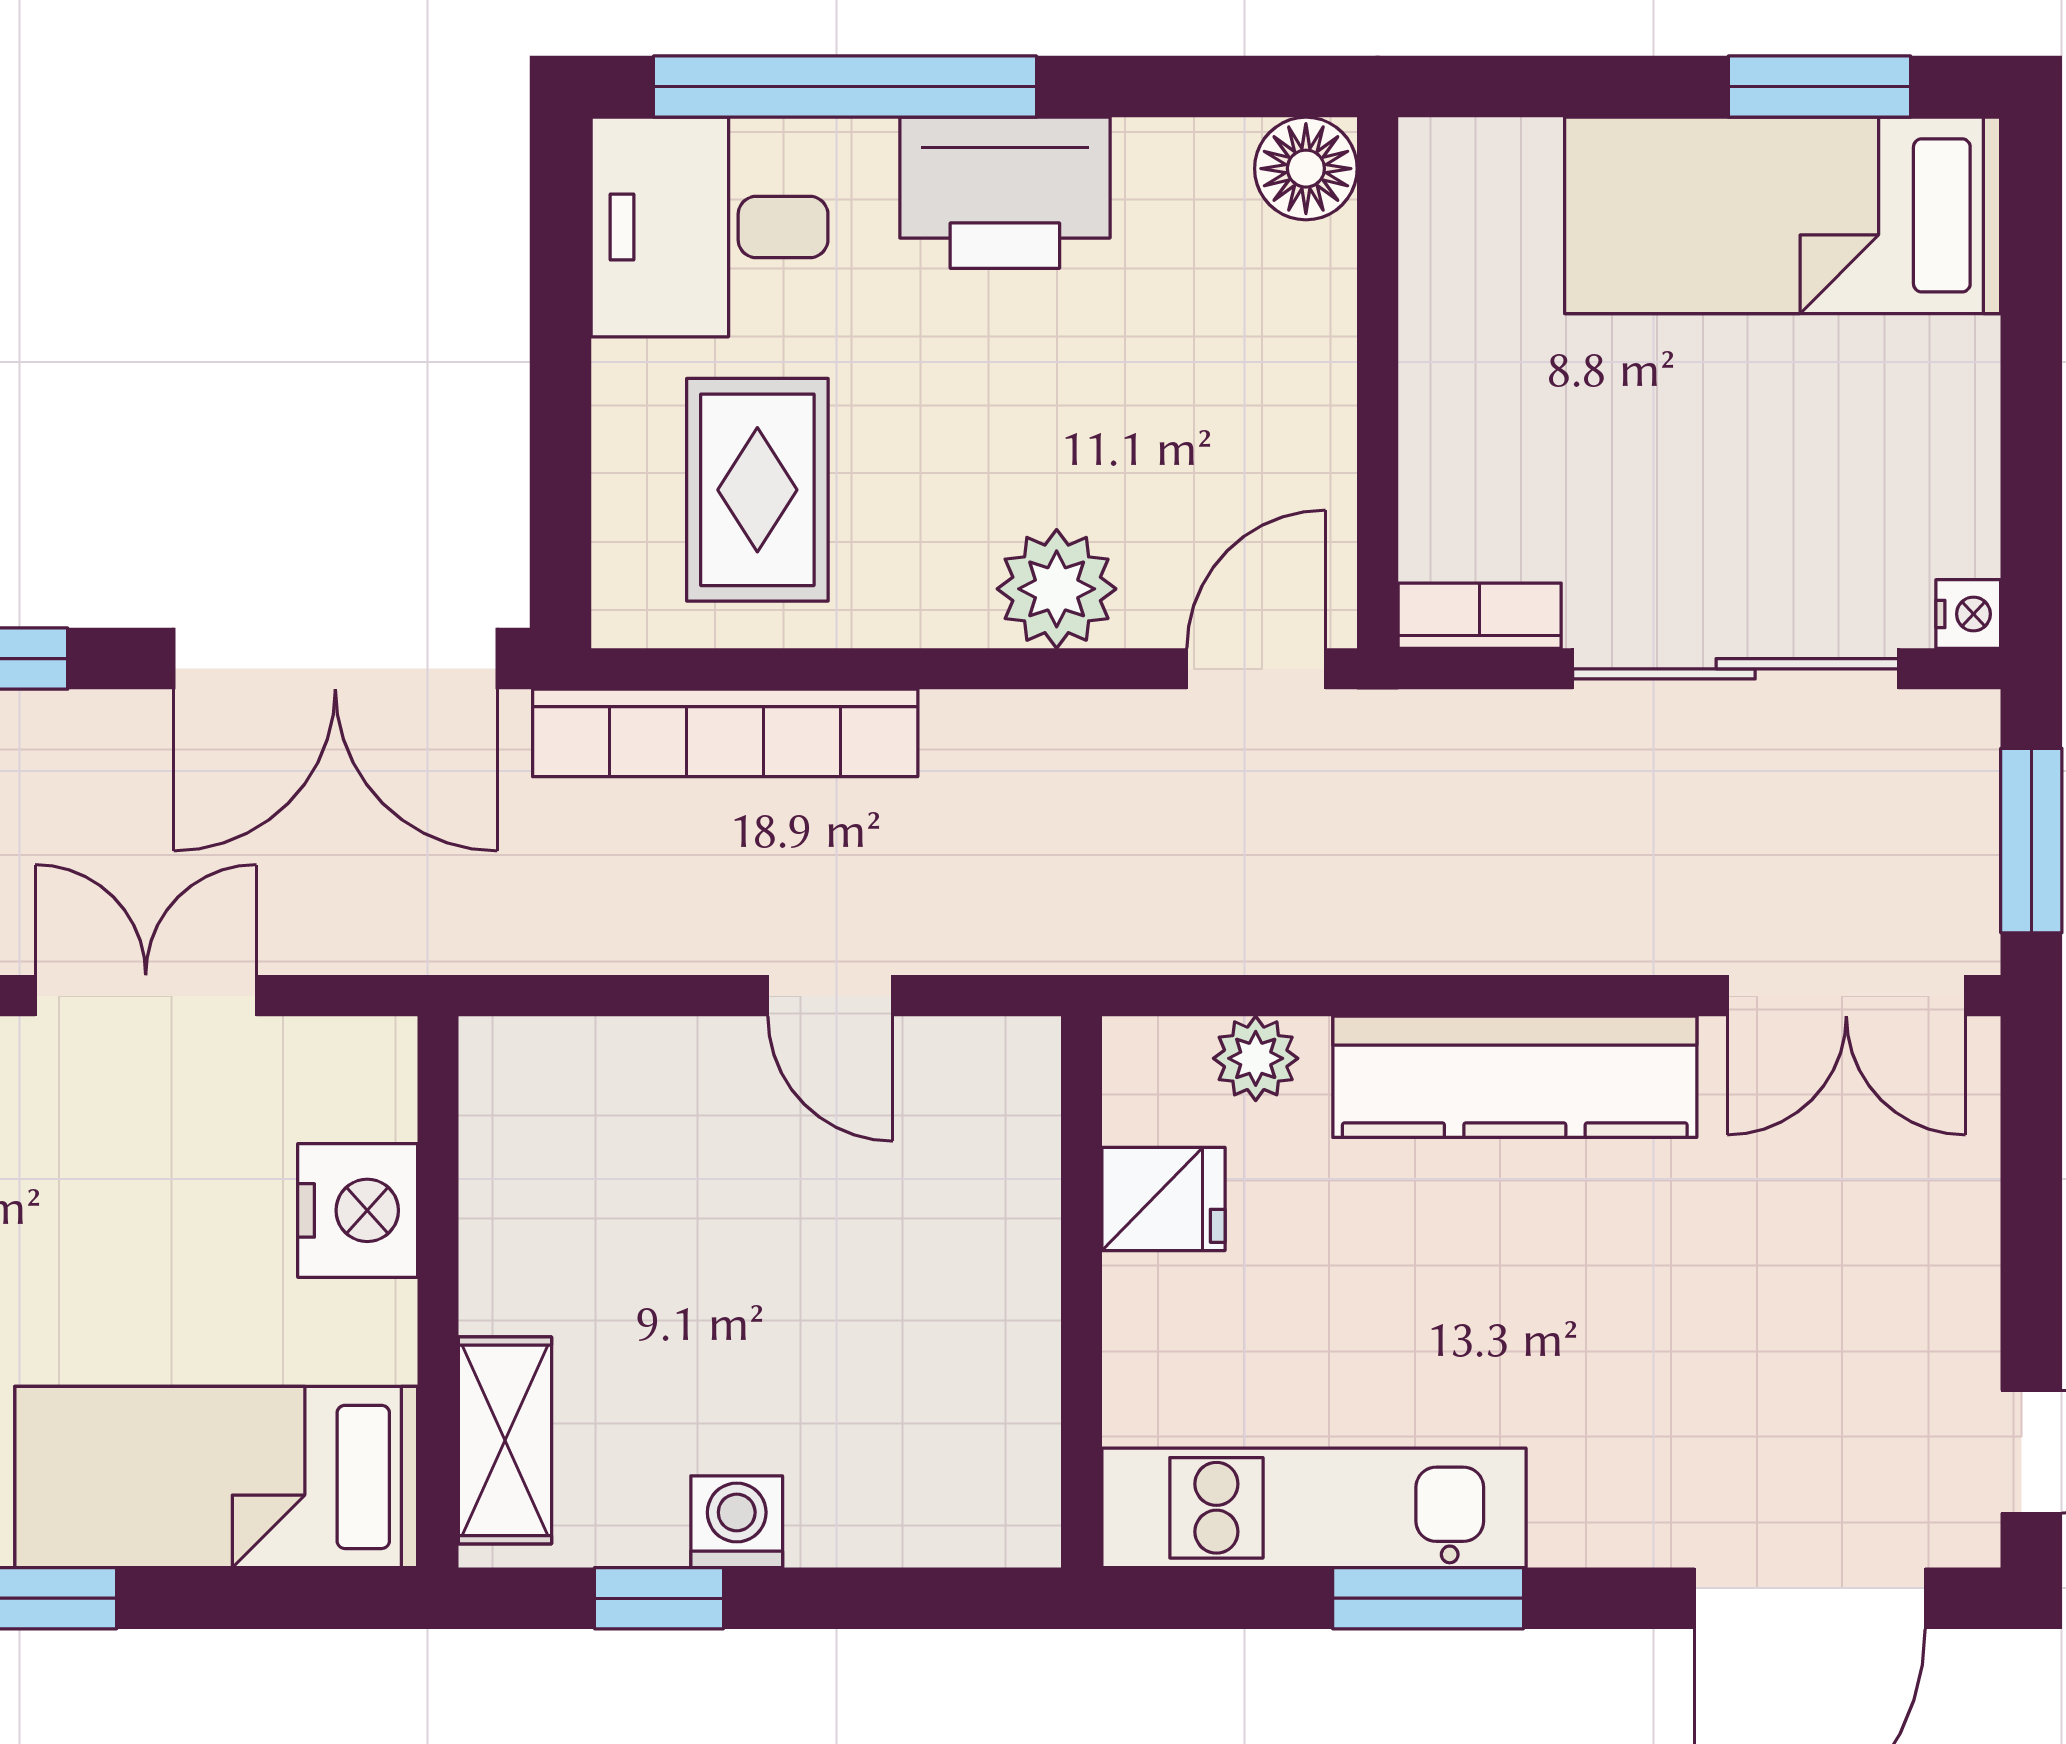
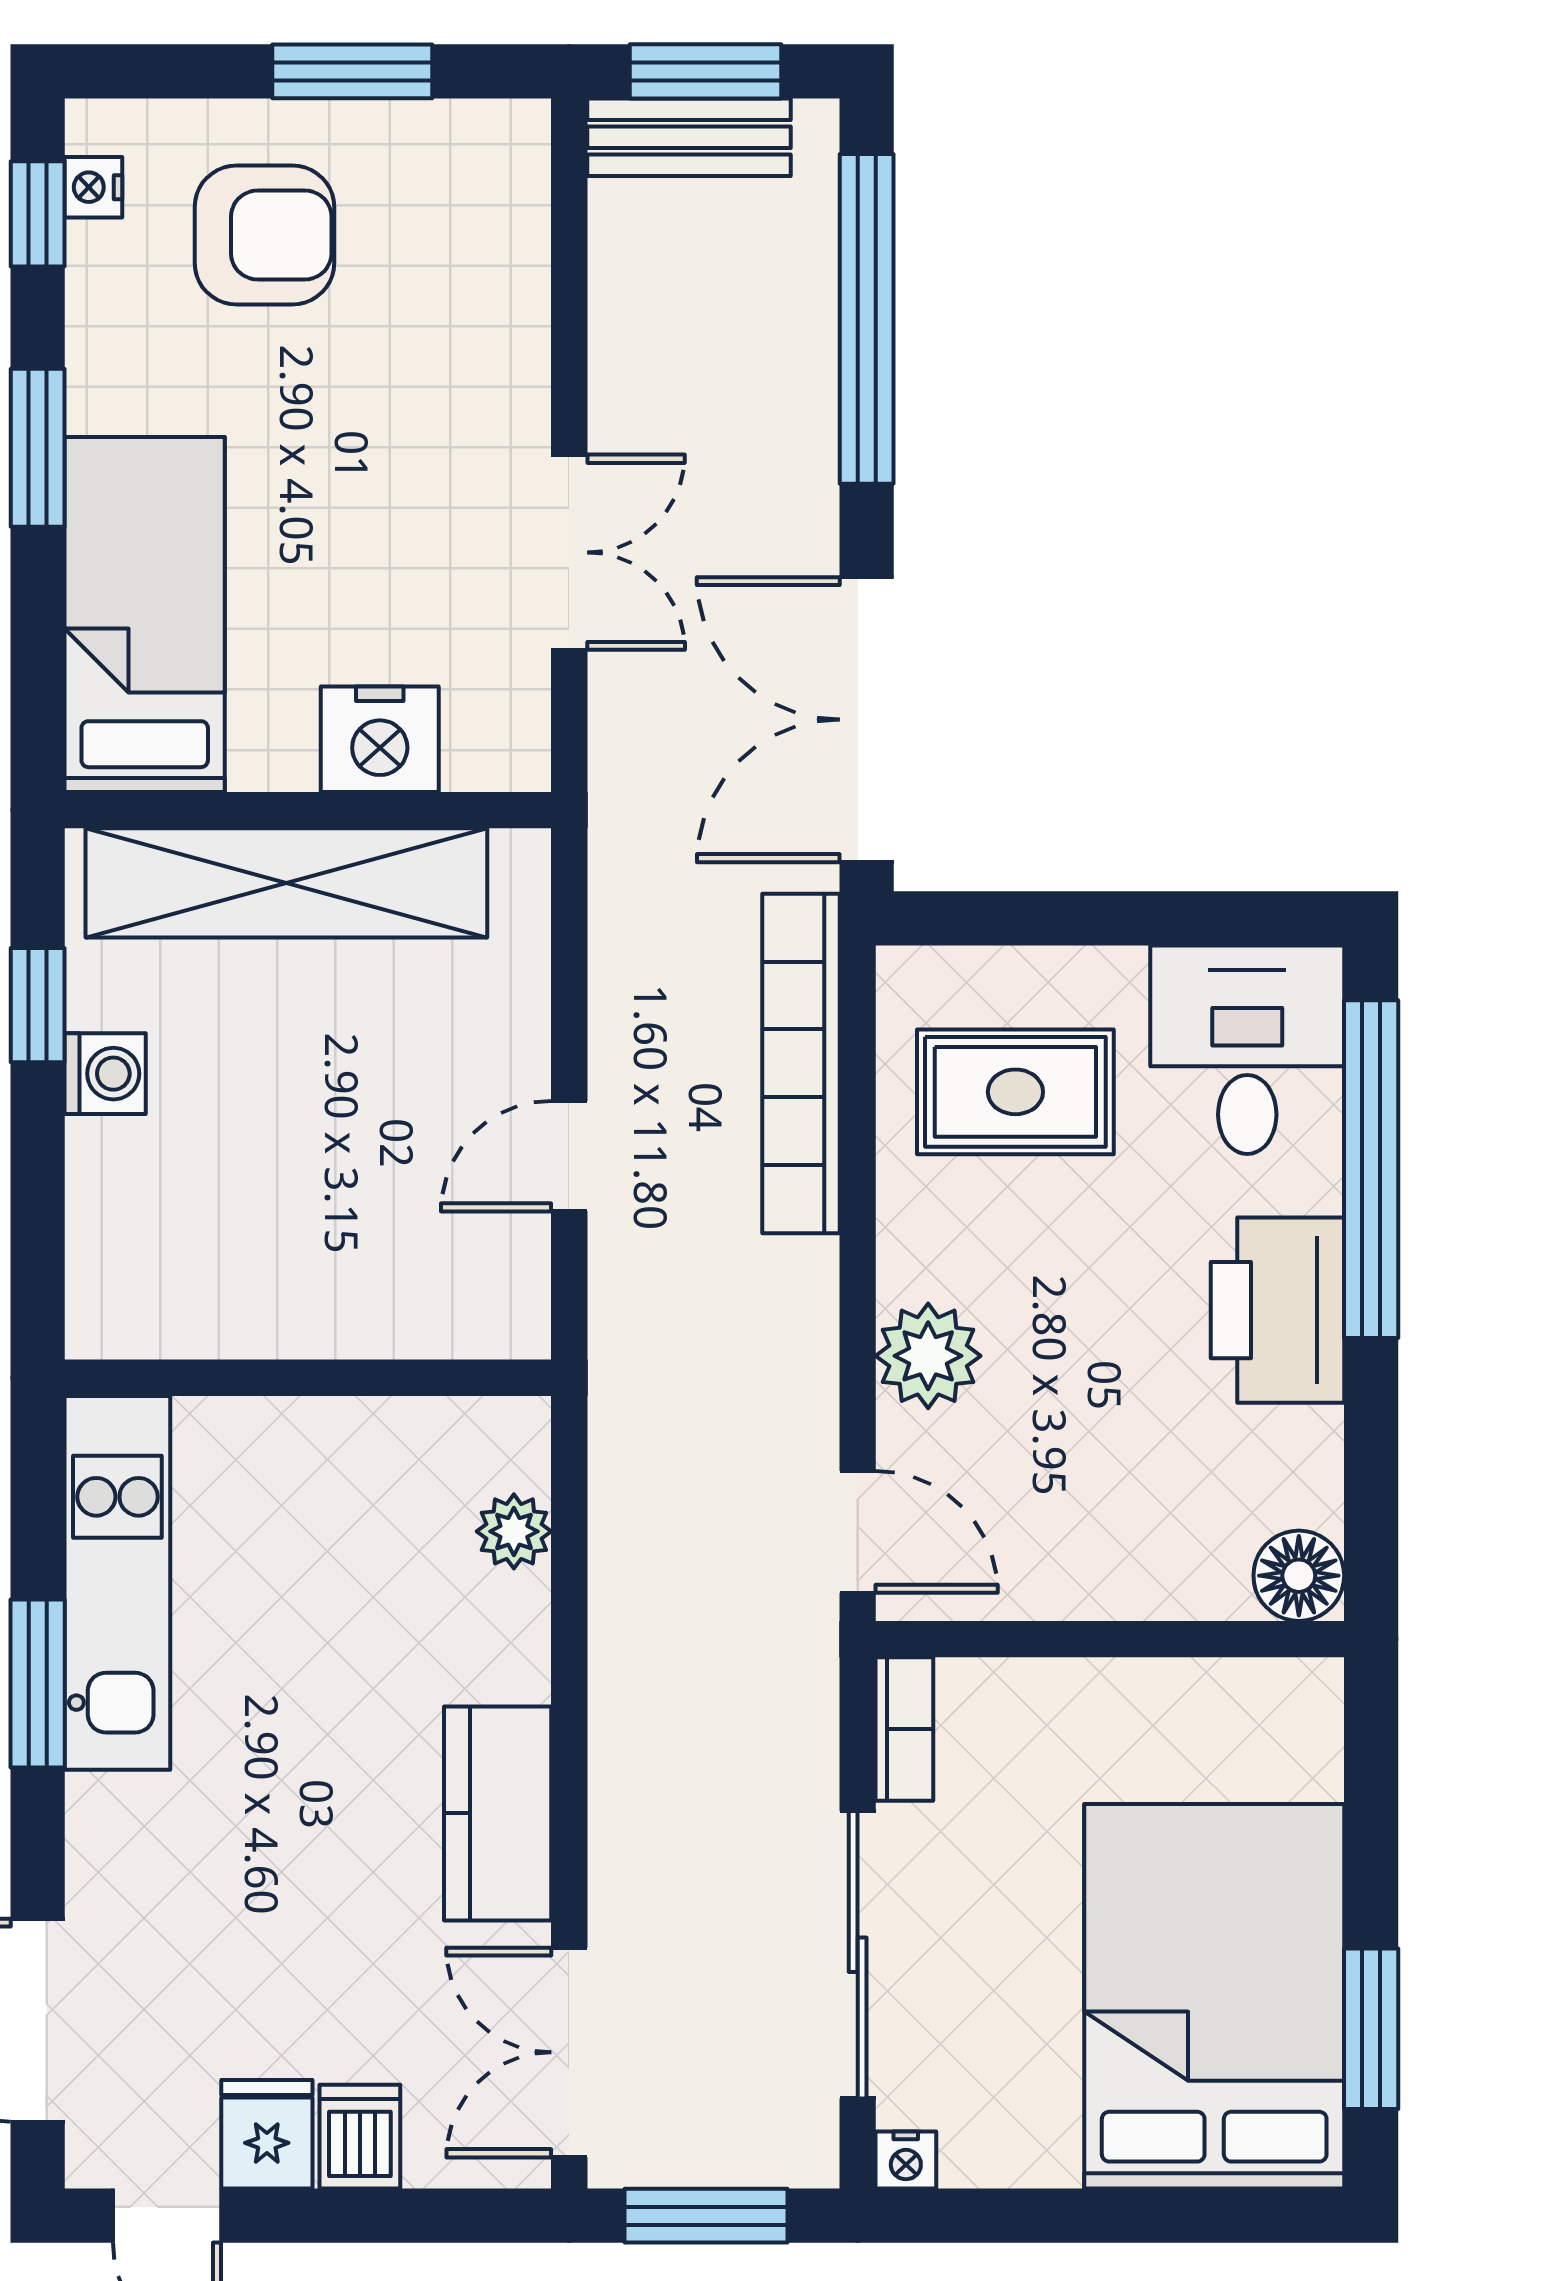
bed: (1783, 215) -> (1214, 1996), width x1.50
kitchen counter: (1515, 1077) -> (498, 1813), width x0.67
fridge: (1163, 1199) -> (267, 2134), moved, turned 180
dishwasher: (1942, 1233) -> (360, 2137), added
shelving: (505, 1440) -> (286, 883), width x2.20, depth x1.33

